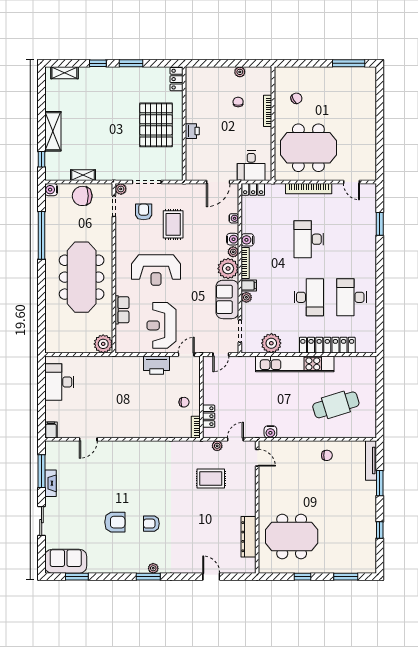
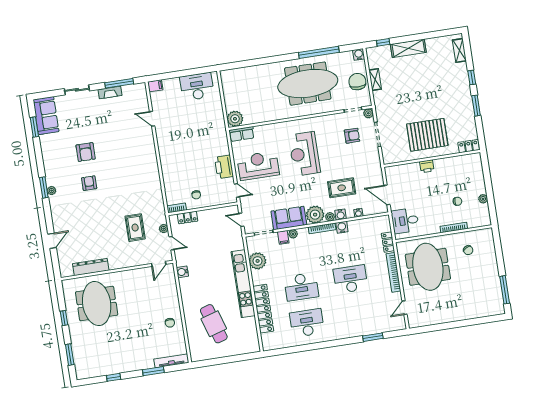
locker: (253, 189) -> (388, 242), moved
rug: (173, 224) -> (342, 188), moved
meeting table: (82, 277) -> (308, 84), moved
filing cabinet: (249, 285) -> (283, 237), moved
row of seats: (122, 310) -> (242, 134), moved

